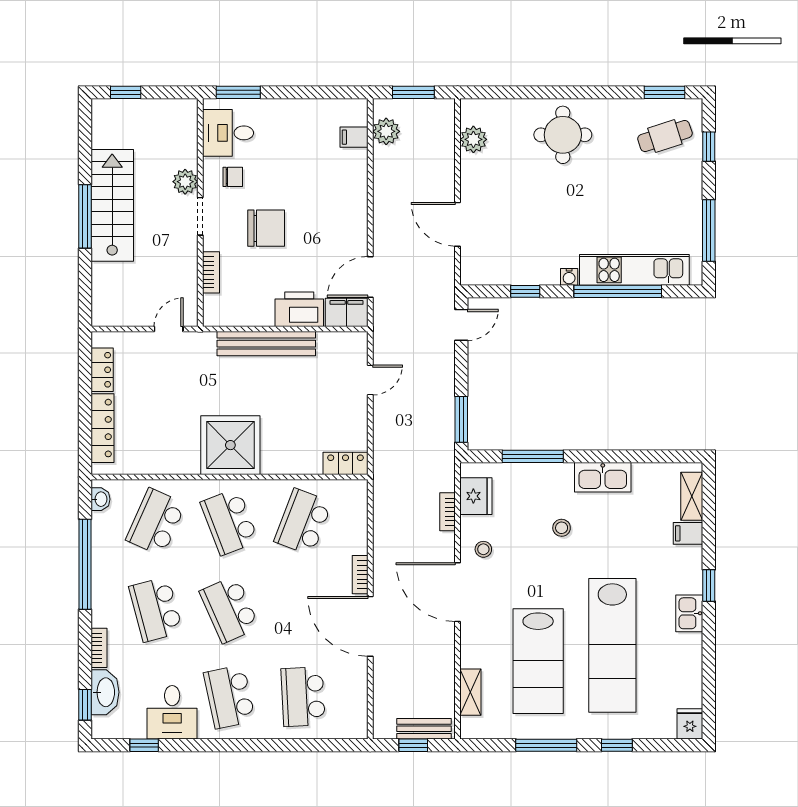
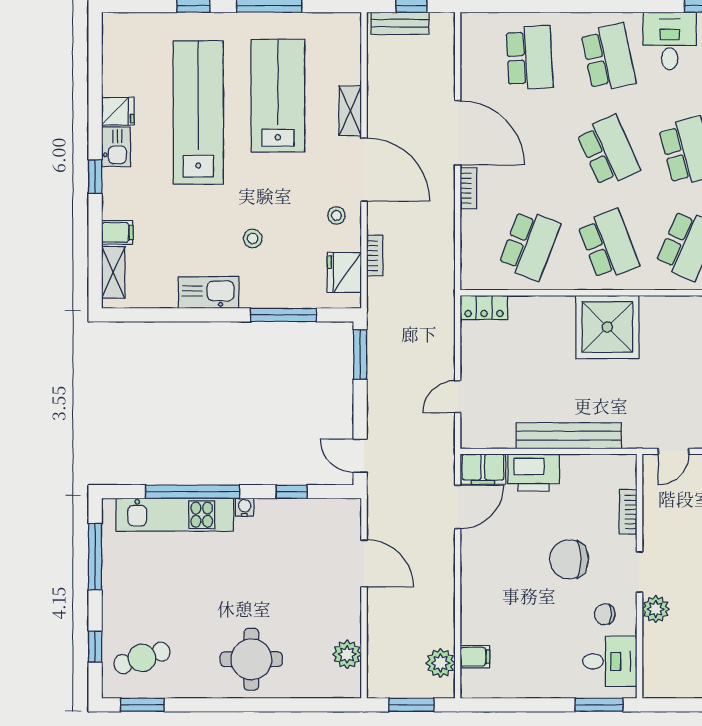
door: (461, 325) -> (360, 456), hinge flipped
shelving: (470, 692) -> (350, 111), moved
fridge: (690, 724) -> (118, 111), moved, turned -90

